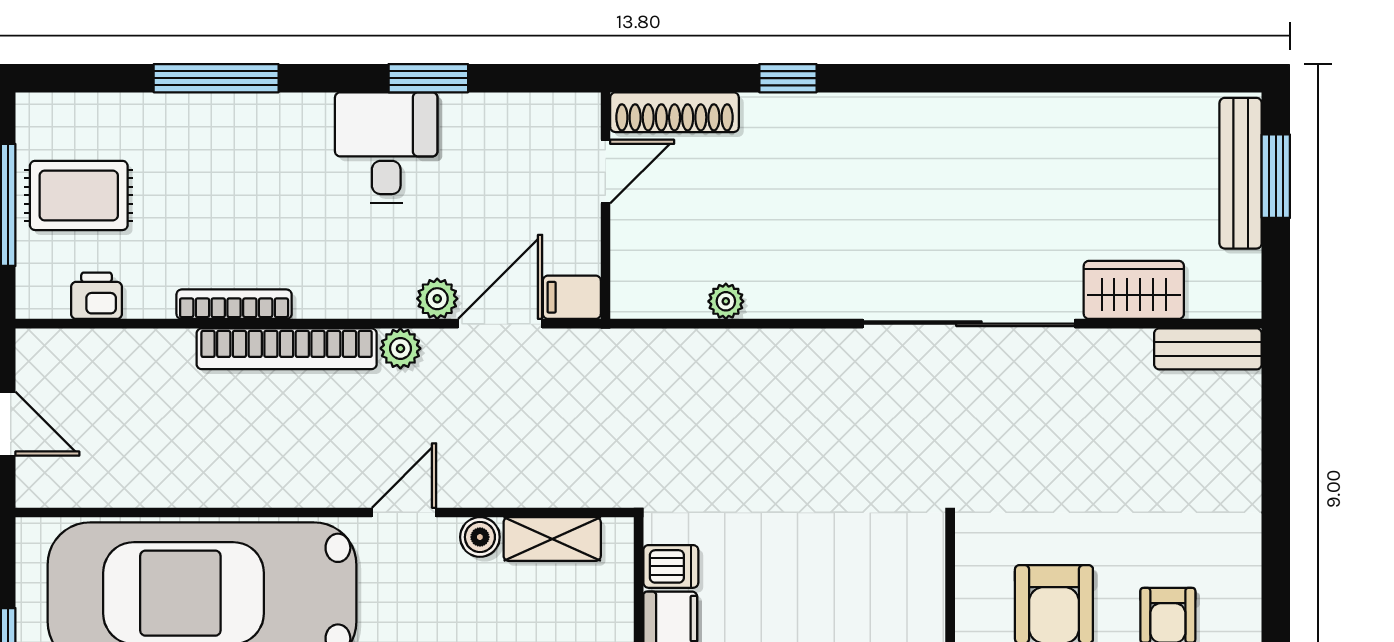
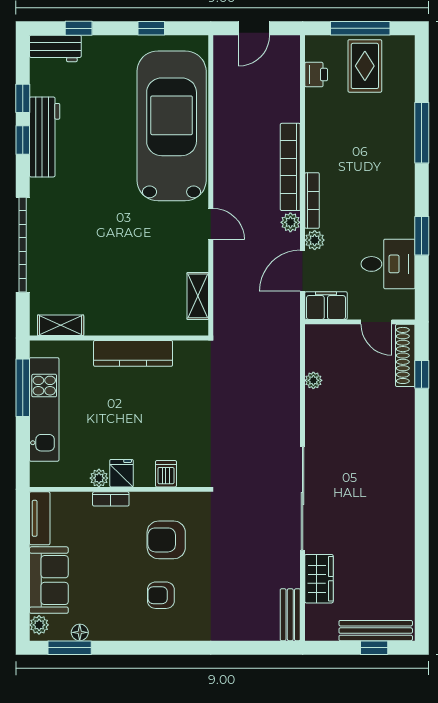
window: (788, 78) -> (422, 374), moved
desk: (386, 148) -> (388, 264), moved
window: (1276, 176) -> (374, 648), width x0.67
filing cabinet: (572, 297) -> (326, 306), width x2.00
bookcase: (234, 304) -> (312, 201), moved
door: (500, 324) -> (303, 271), swing flipped
boiler: (480, 537) -> (199, 261), removed
dishwasher: (671, 566) -> (166, 474), moved, turned 180

